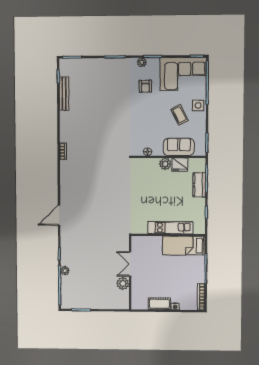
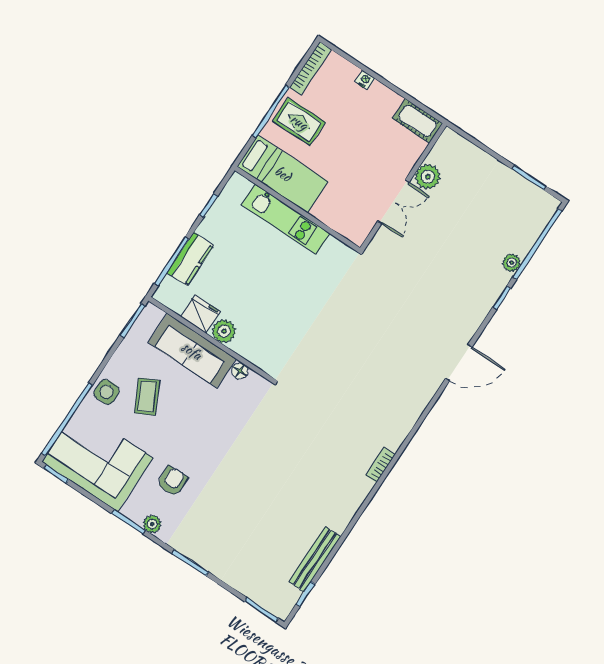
sofa: (179, 147) -> (192, 351), width x1.36
rug: (191, 272) -> (299, 122), added
cot: (159, 304) -> (418, 121), moved

